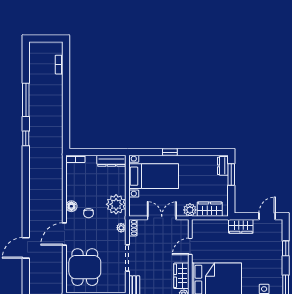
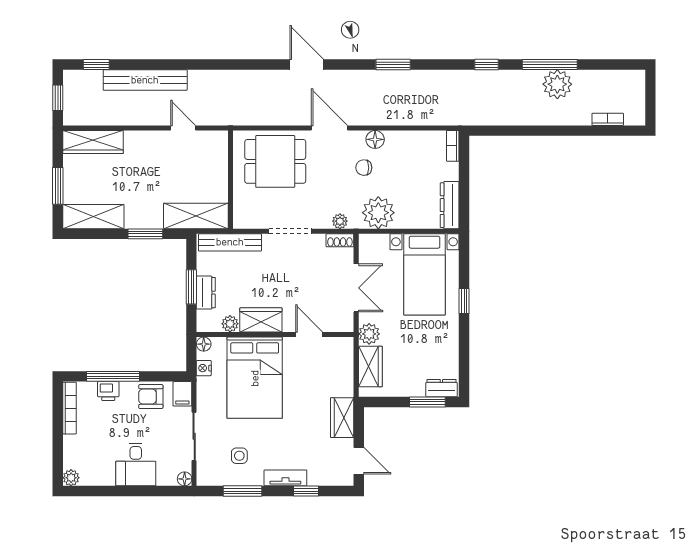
plant: (38, 95) -> (557, 84), added
window: (26, 195) -> (393, 65), added
tv unit: (278, 261) -> (285, 478), added

